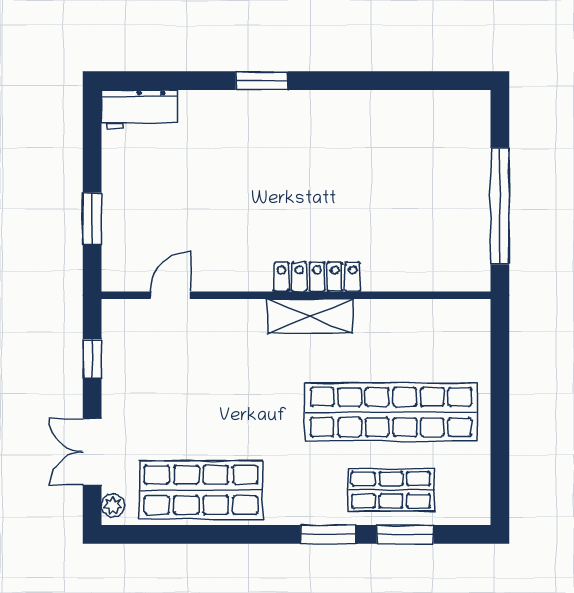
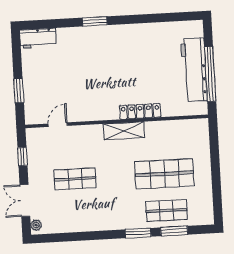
workbench: (466, 195) -> (194, 70), added
locker: (317, 277) -> (140, 111), moved
shop shelf: (391, 412) -> (164, 174), width x0.71
shop shelf: (201, 490) -> (75, 179), moved, width x0.70, depth x0.74

